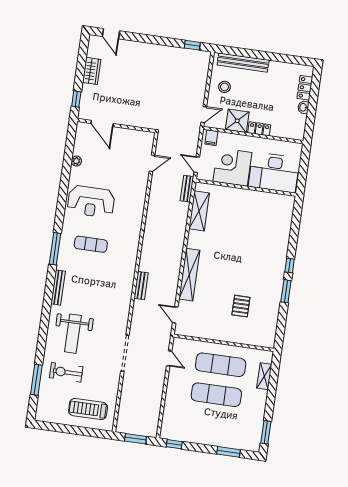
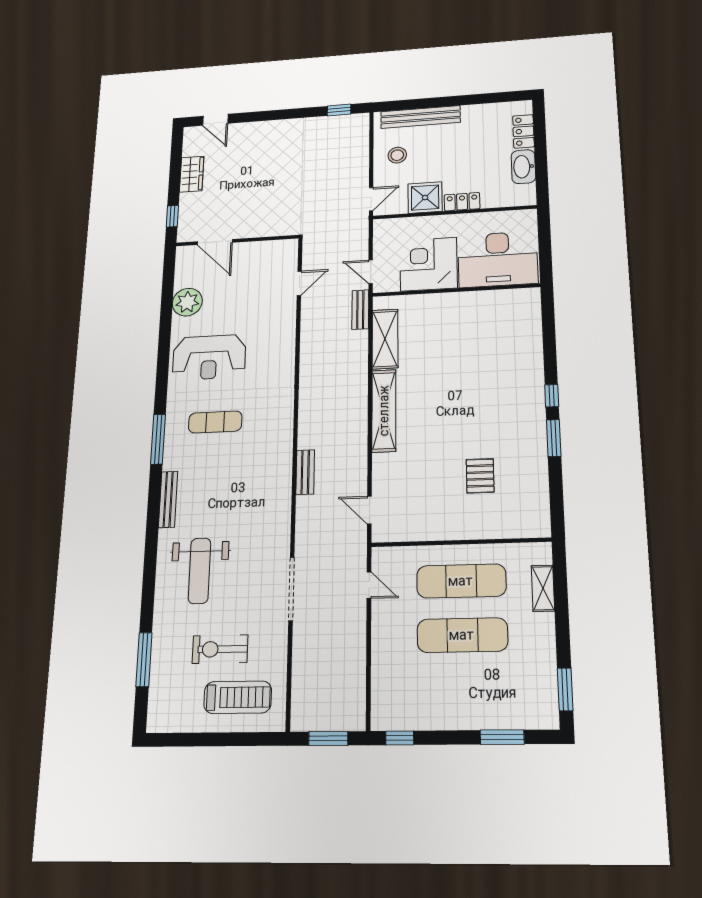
washbasin: (303, 107) -> (523, 167), width x1.91, depth x1.45
filing cabinet: (211, 138) -> (388, 229), removed
plant: (76, 161) -> (187, 302), width x1.88, depth x1.88
shelving: (189, 275) -> (384, 411), moved
exercise bike: (66, 372) -> (220, 649), moved
treadmill: (88, 409) -> (238, 697), turned 180

